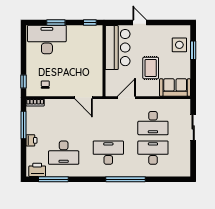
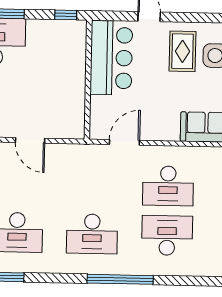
rug: (151, 68) -> (182, 51), moved
door: (84, 98) -> (30, 140), moved
desk: (108, 153) -> (92, 234), turned 180

